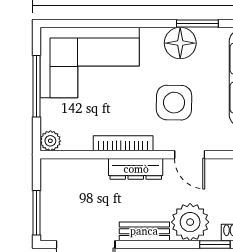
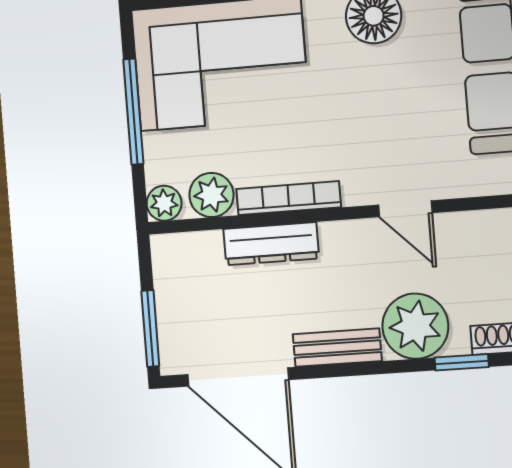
side table: (174, 103) -> (371, 120), removed
plant: (78, 138) -> (211, 195), added
dresser: (136, 169) -> (271, 244), moved

